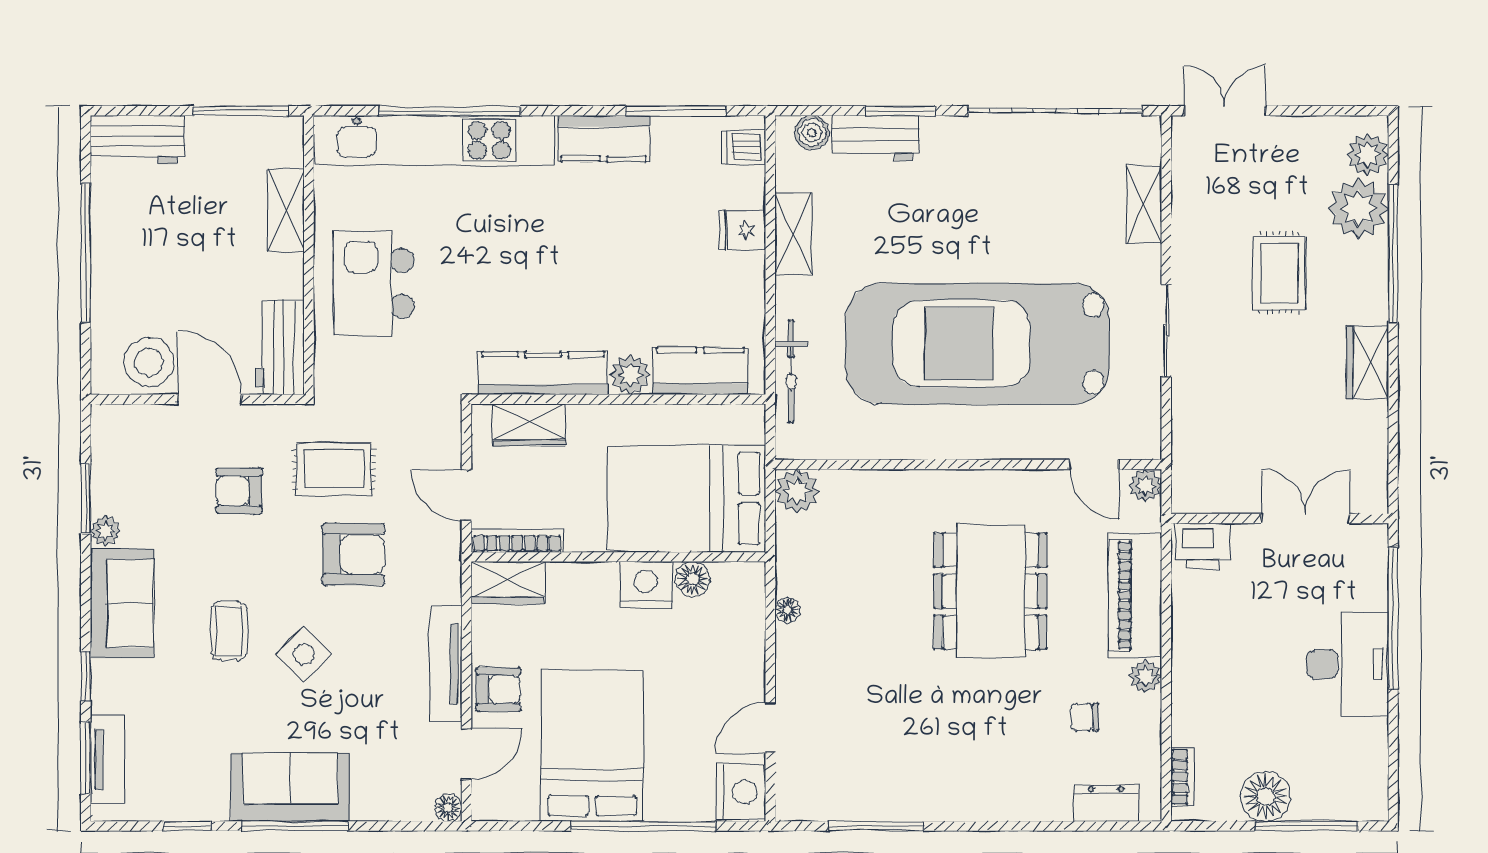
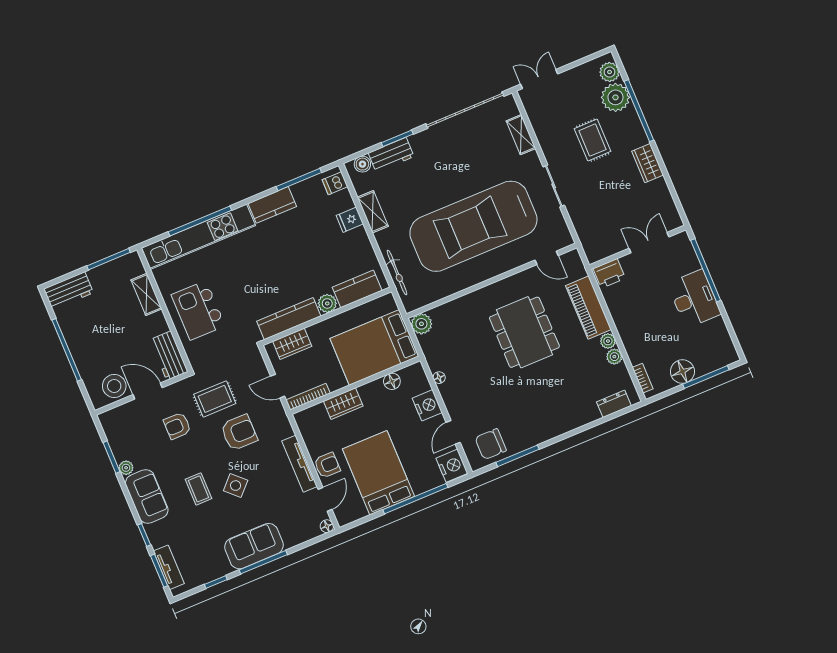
plant: (1145, 486) -> (614, 357), moved
wardrobe: (508, 583) -> (343, 404), moved
nightstand: (646, 585) -> (427, 405), moved, turned 90
chair: (1085, 717) -> (491, 444), moved, width x1.87, depth x1.87

